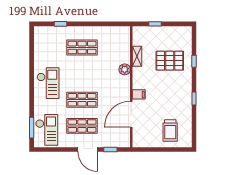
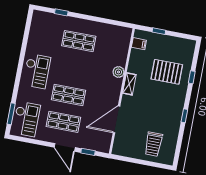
shelving: (137, 56) -> (129, 84), moved
filing cabinet: (139, 94) -> (139, 44), moved

